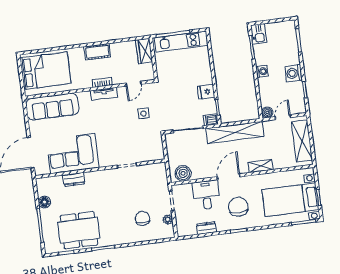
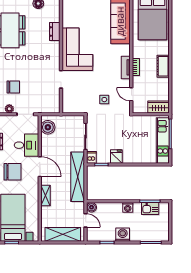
kitchen sink: (259, 34) -> (150, 209), moved
corner sofa: (73, 154) -> (77, 49), moved

